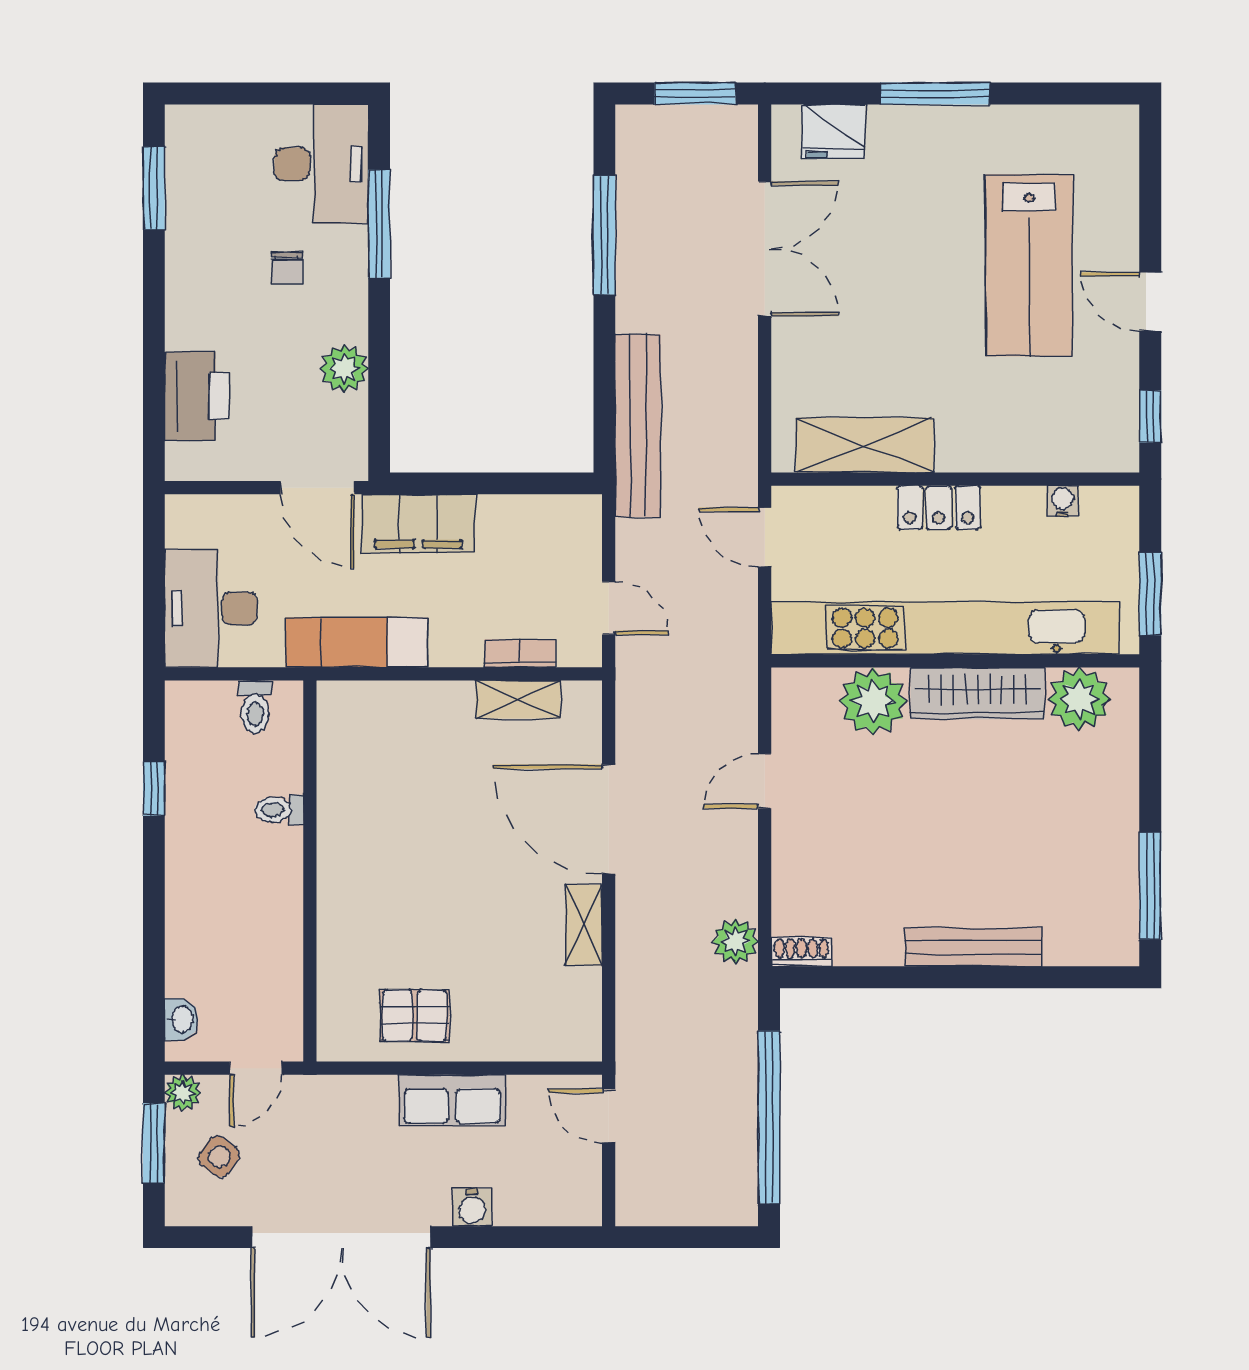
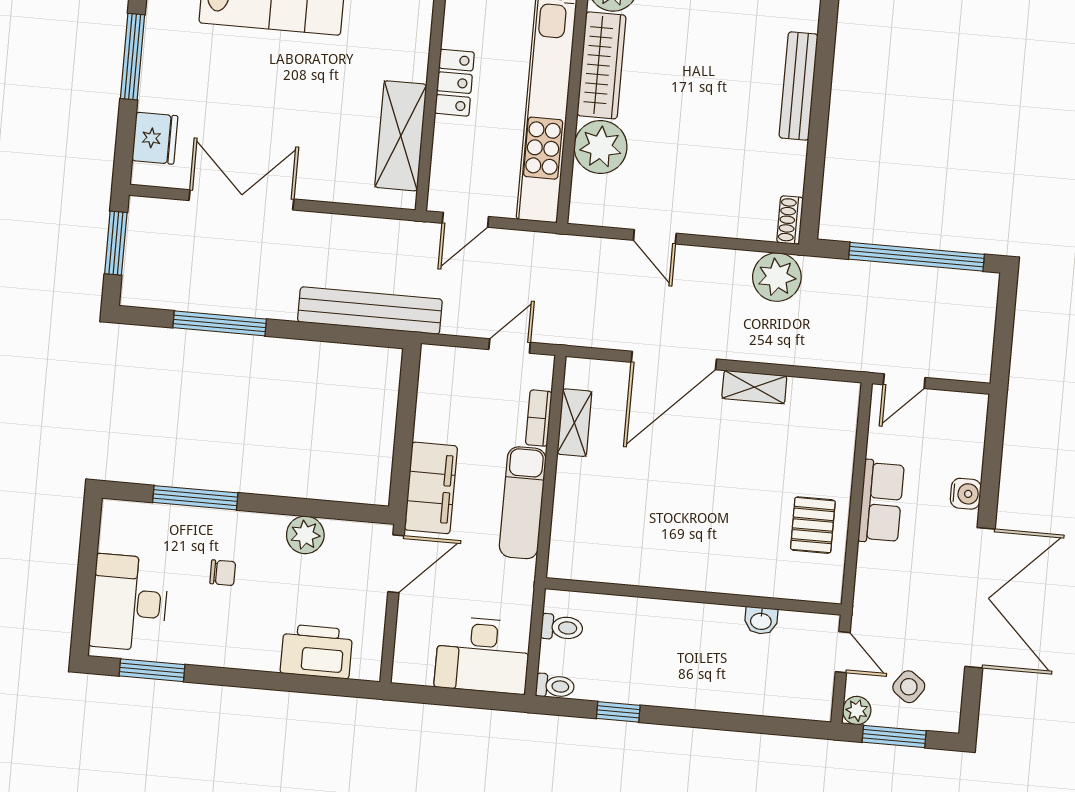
desk: (321, 164) -> (129, 603), moved, turned -90
exam couch: (357, 643) -> (523, 503), moved
toilet: (279, 810) -> (555, 686), moved, turned -90
plant: (735, 941) -> (777, 277), width x1.36, depth x1.36
washbasin: (181, 1019) -> (761, 621), moved, turned 180

